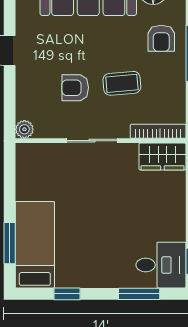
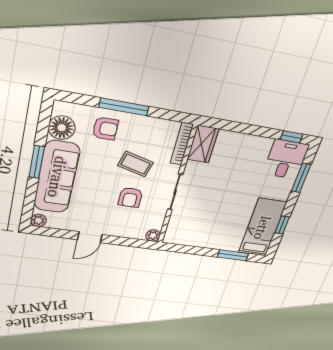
coffee table: (122, 83) -> (136, 164), turned -70
bed: (35, 245) -> (262, 228), moved, turned 90

